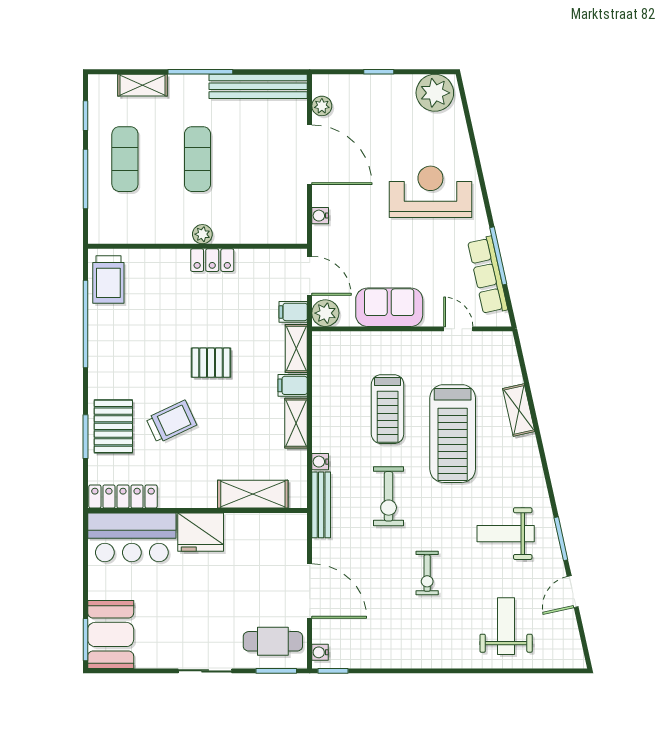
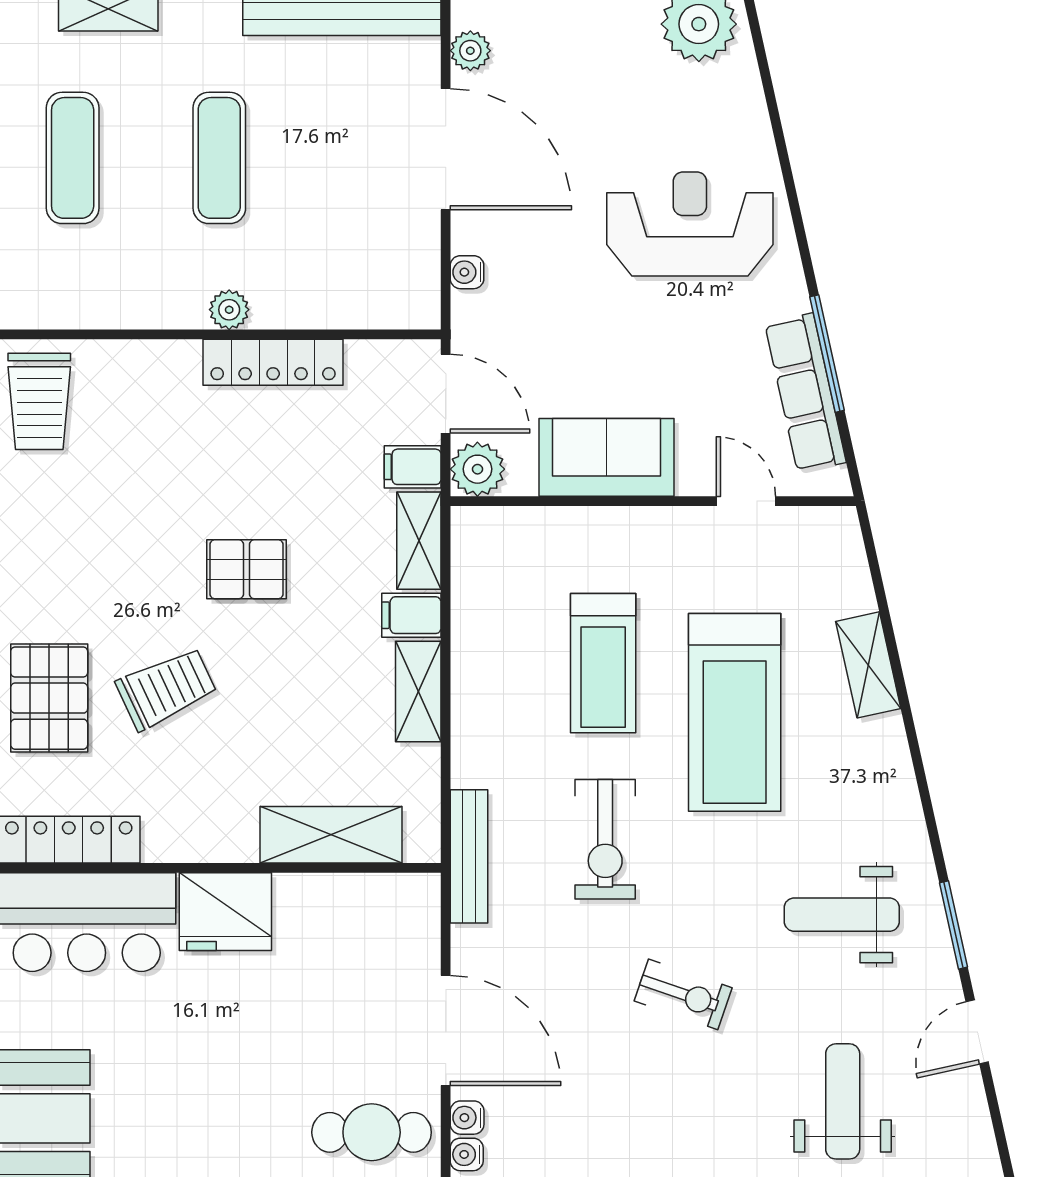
locker: (212, 260) -> (273, 362), width x1.53
water cooler: (320, 462) -> (467, 1118), moved
exercise bike: (427, 573) -> (683, 994), turned -71

